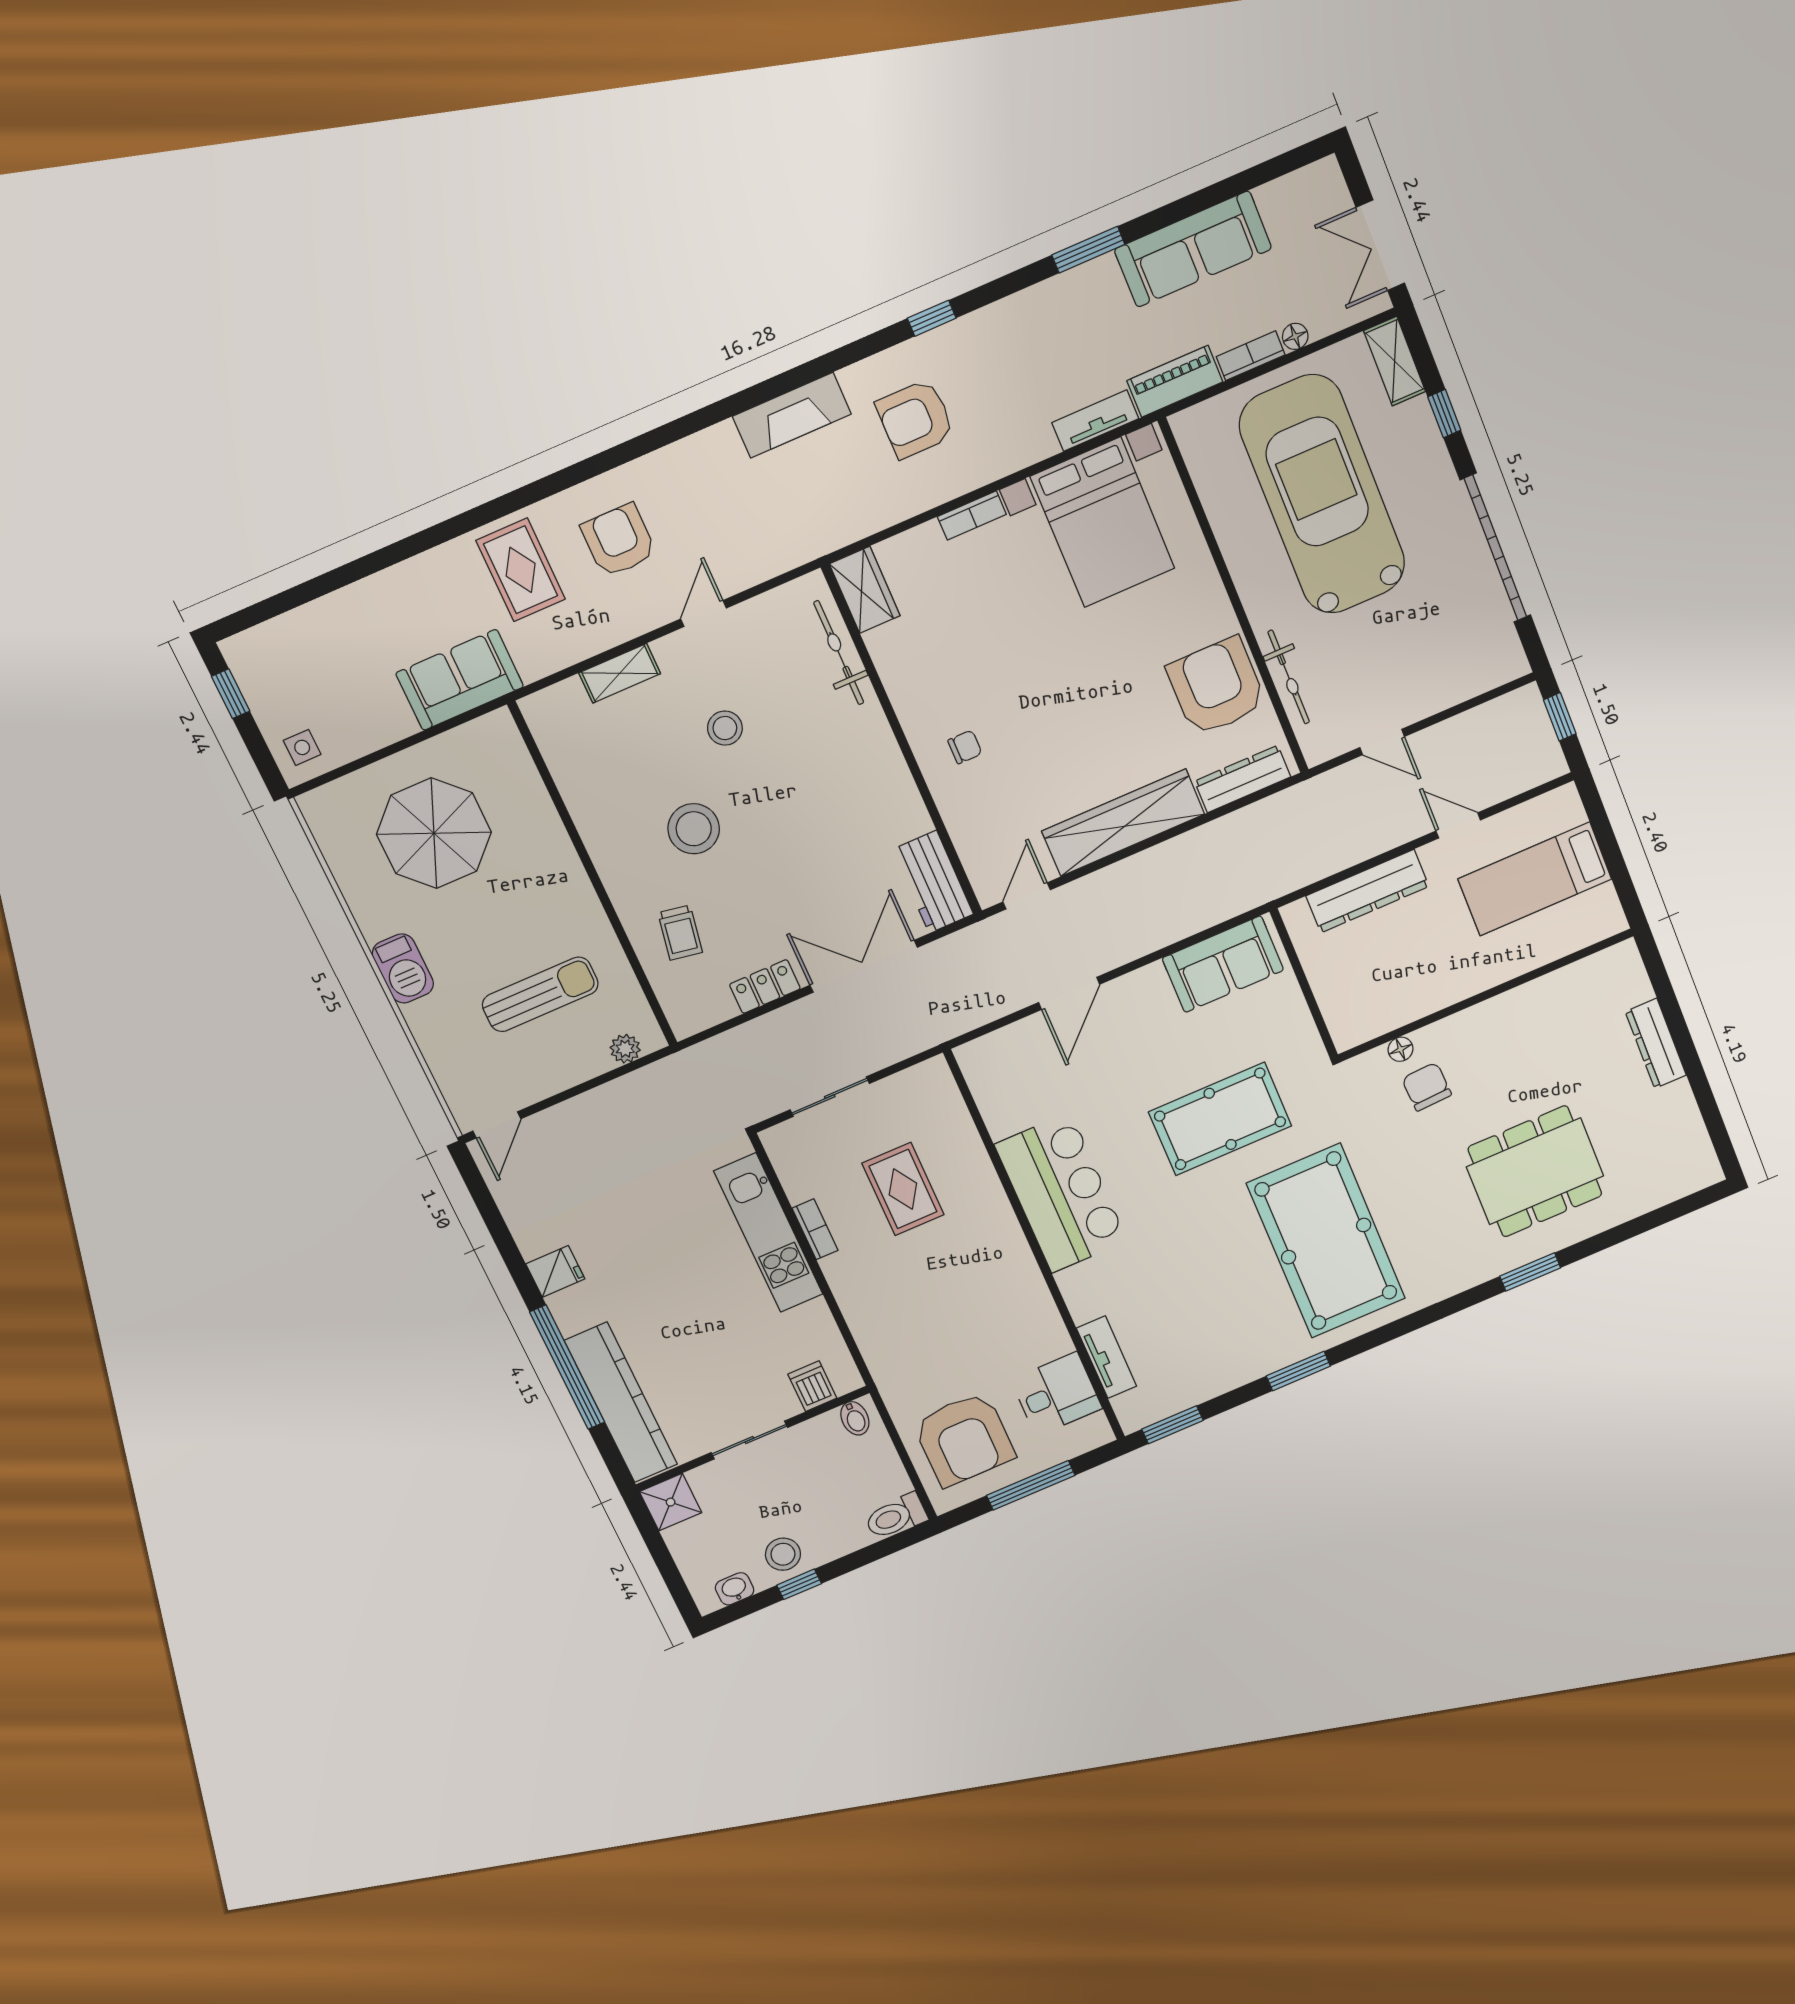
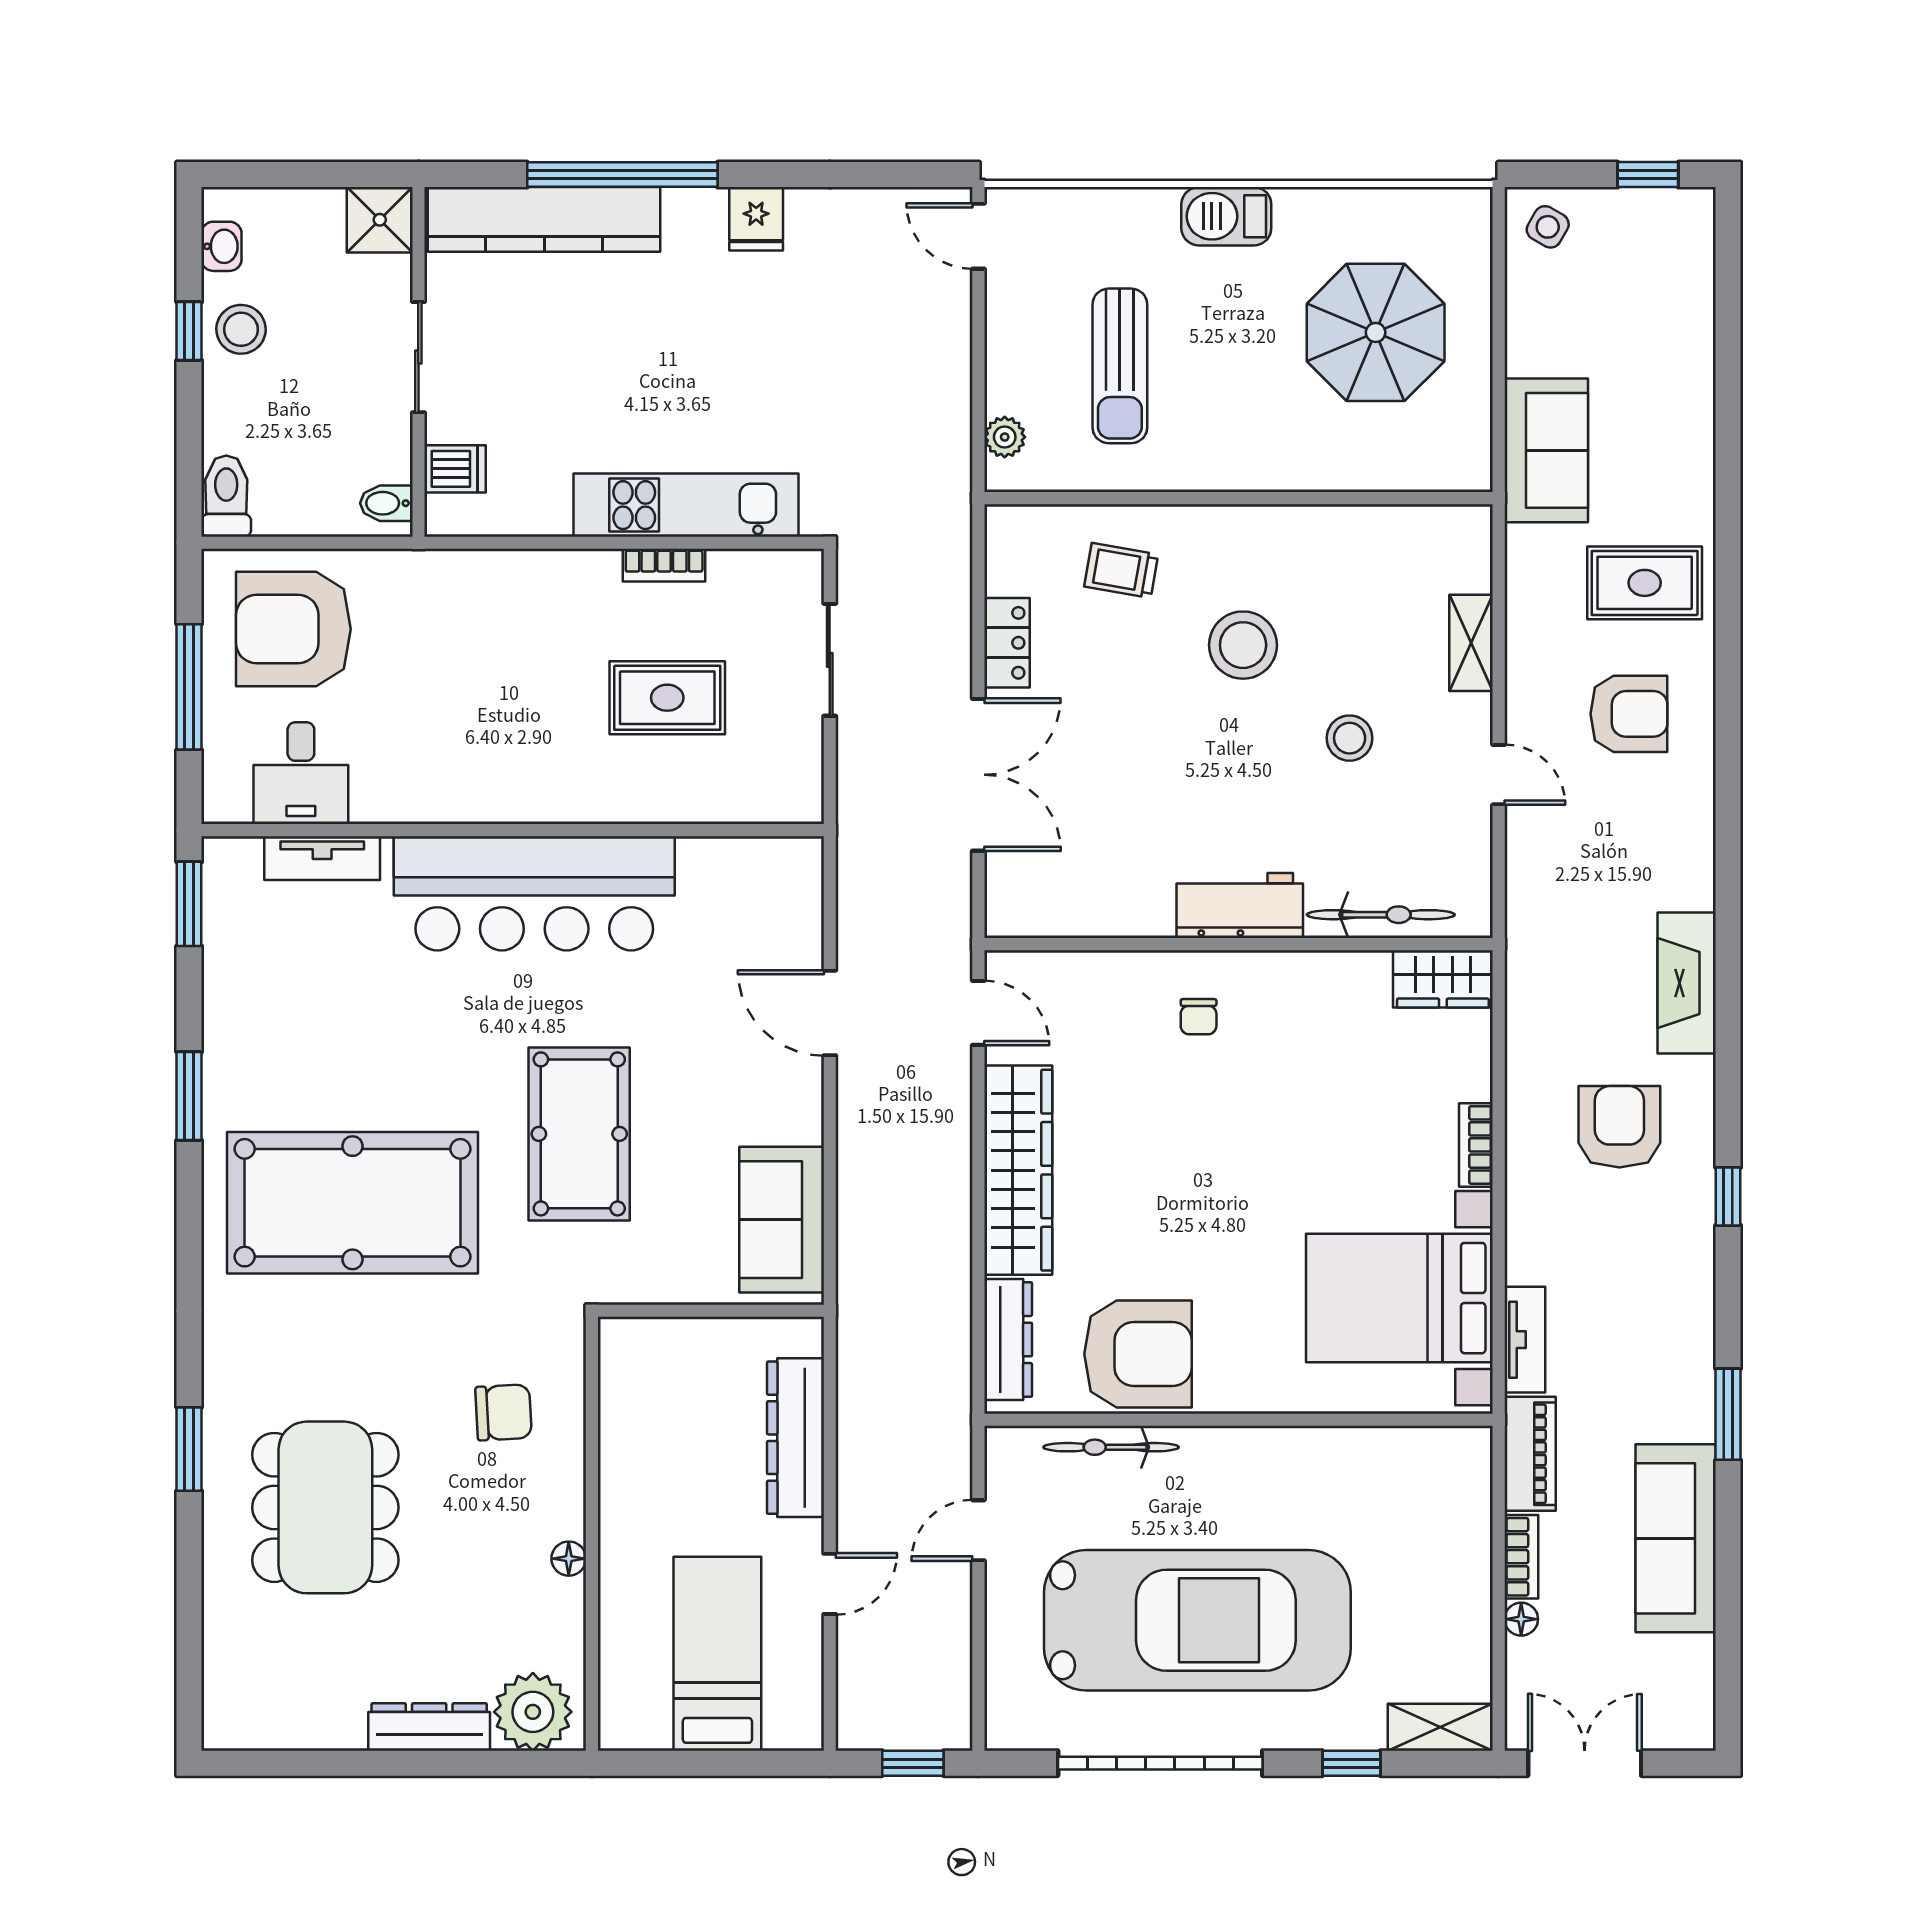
car: (1322, 495) -> (1197, 1620), moved
side table: (302, 747) -> (1548, 227), turned 30
workbench: (933, 882) -> (1240, 906), moved
plant: (1620, 982) -> (533, 1712), added
floor lamp: (1401, 1049) -> (569, 1559), moved
bar counter: (1061, 1193) -> (534, 893), width x1.36

